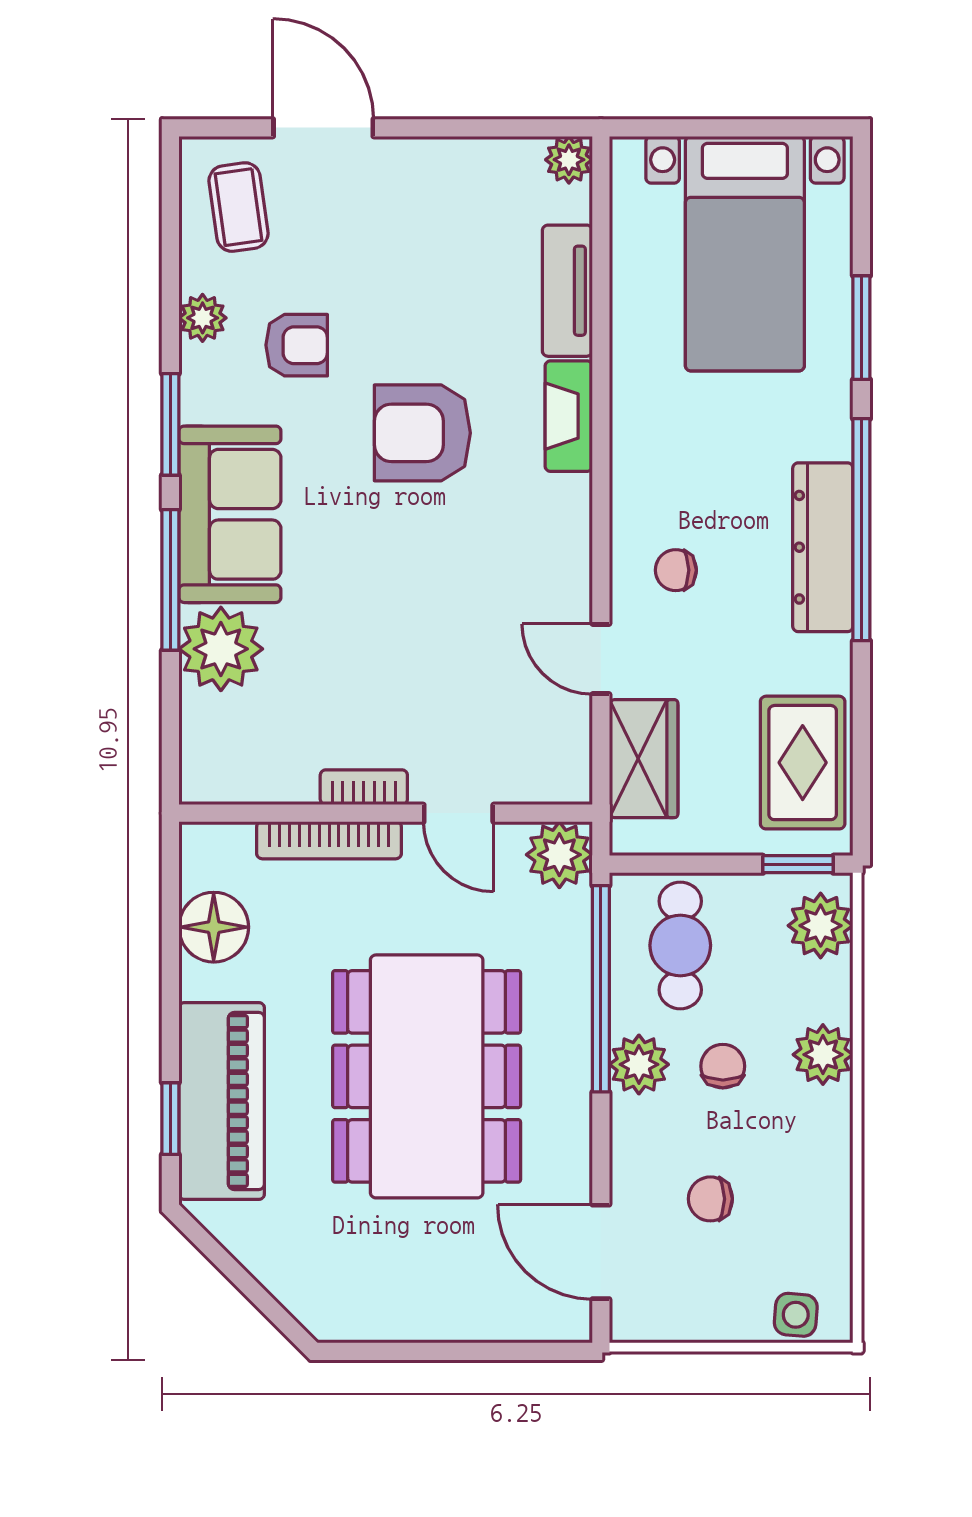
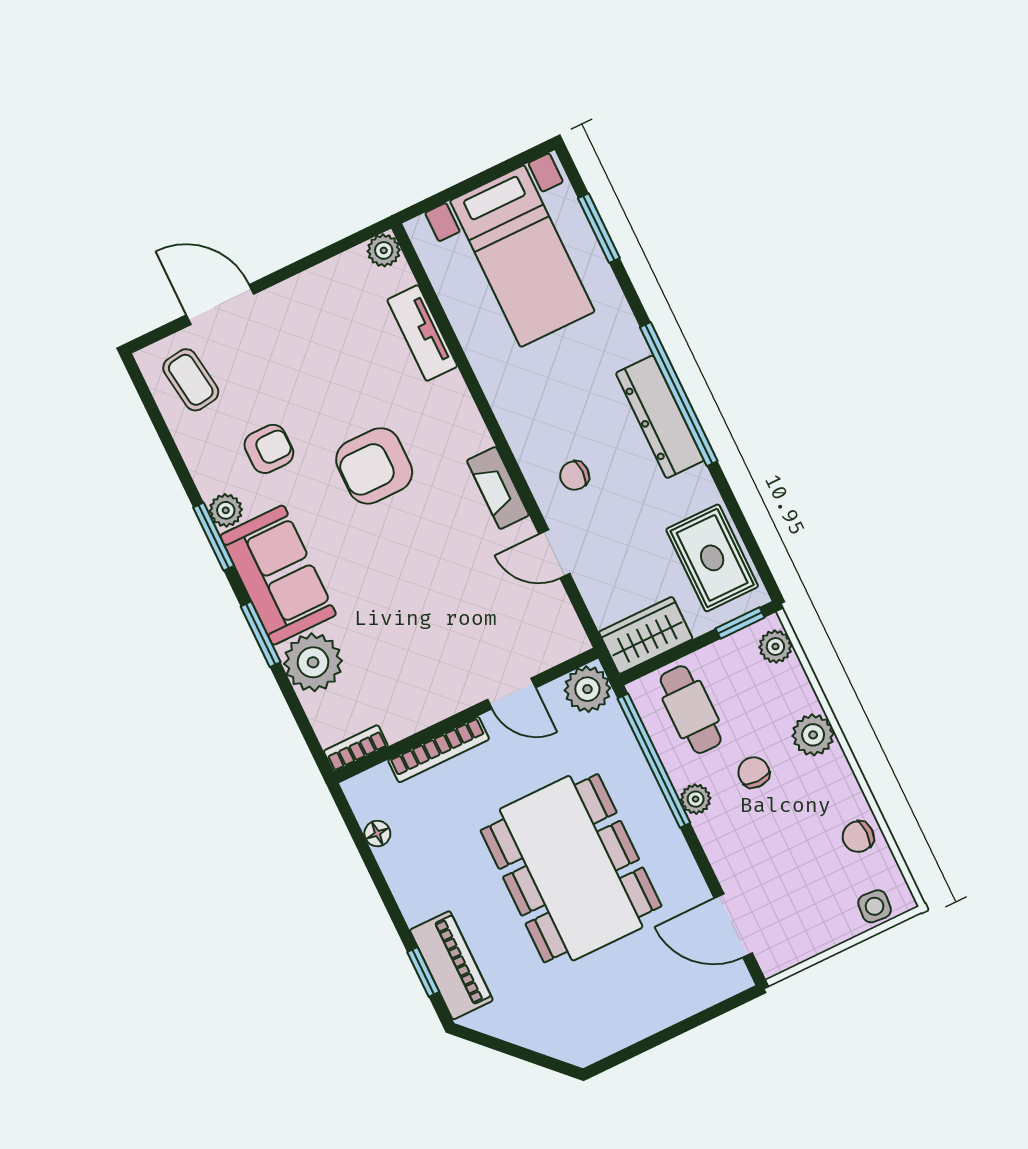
plant: (203, 318) -> (226, 510), moved
window: (861, 328) -> (599, 228), moved
fireplace: (569, 416) -> (498, 488), moved
window: (170, 580) -> (261, 634), width x0.69
wardrobe: (644, 759) -> (646, 635), moved, turned -90
bookcase: (364, 787) -> (356, 748), moved
plant: (821, 926) -> (775, 647), width x0.73, depth x0.73
floor lamp: (214, 927) -> (377, 834), width x0.53, depth x0.53
plant: (639, 1064) -> (696, 799), width x0.73, depth x0.73
piano: (222, 1101) -> (451, 965), width x0.73, depth x0.75
chair: (710, 1199) -> (858, 837), moved

